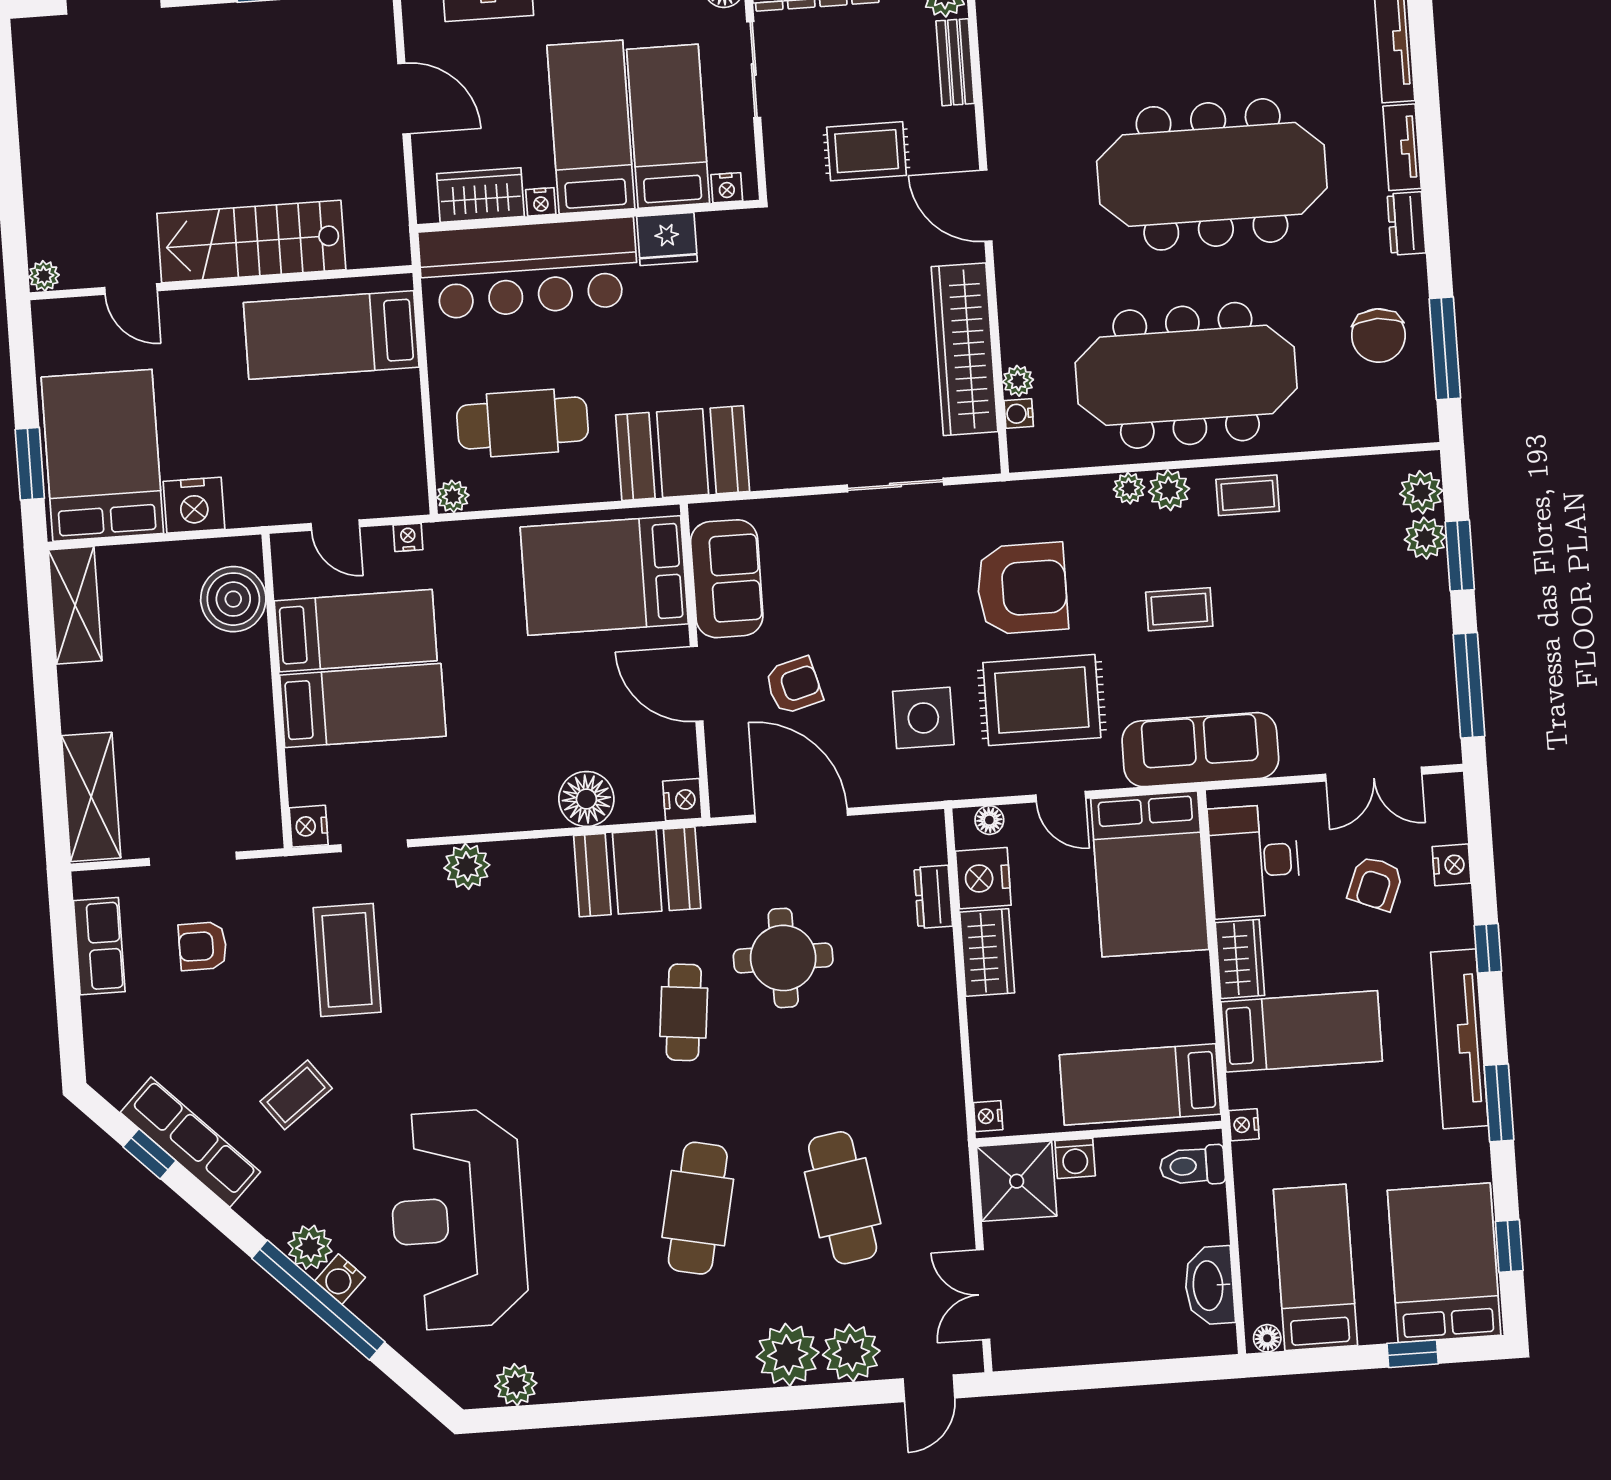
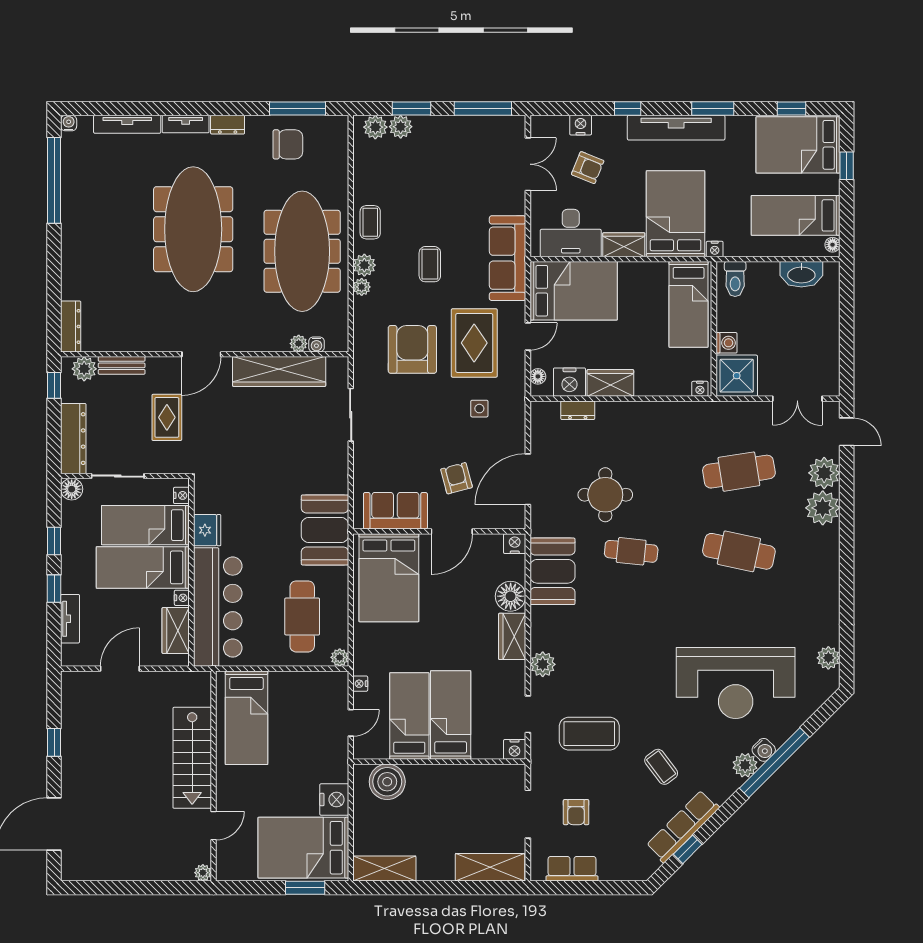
side table: (923, 718) -> (479, 409), width x0.54, depth x0.54
wardrobe: (514, 807) -> (512, 636), added
bed: (1302, 1031) -> (676, 214), width x1.50

